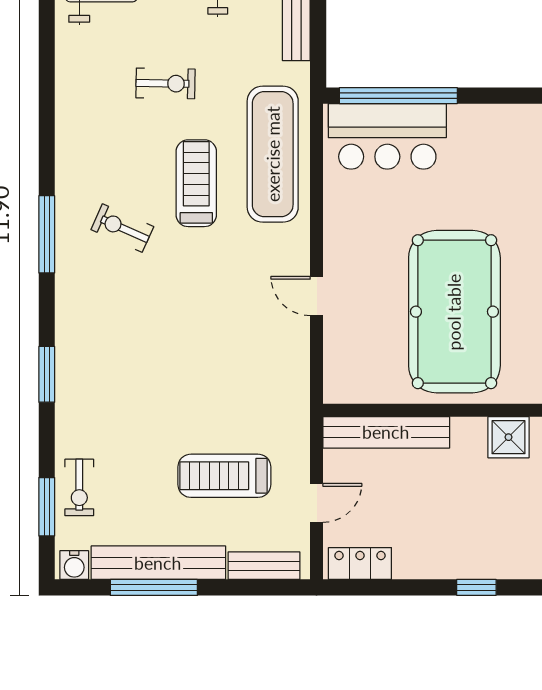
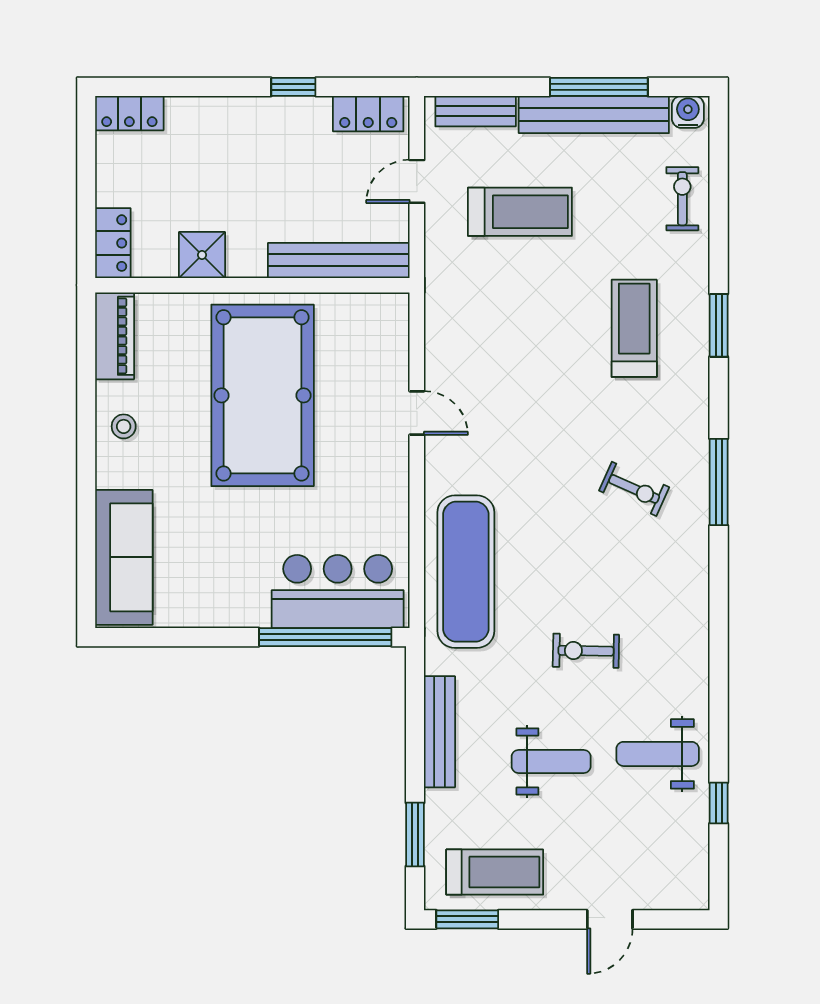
treadmill: (196, 183) -> (634, 328), moved, turned 180
window: (47, 507) -> (719, 177), removed
window: (476, 587) -> (293, 87), moved

